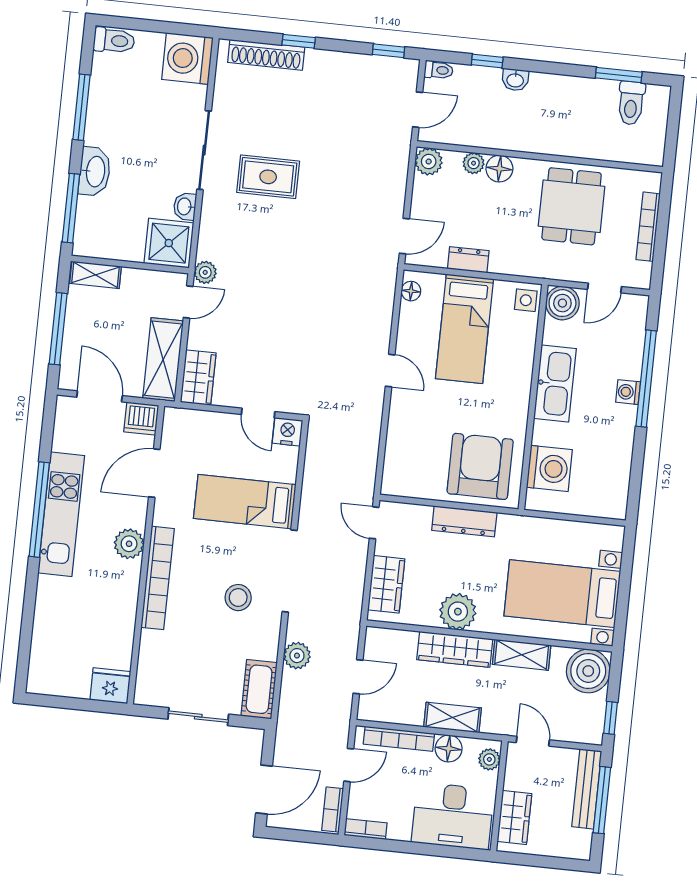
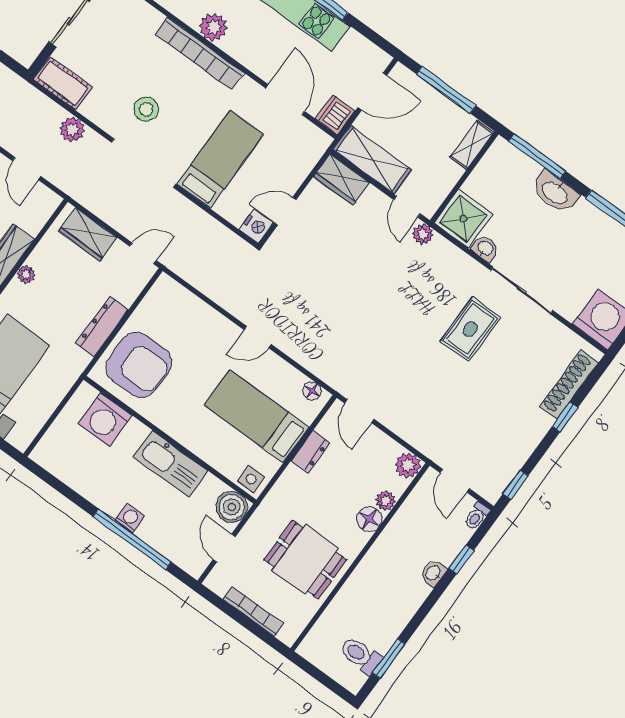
plant: (129, 544) -> (213, 27), moved
plant: (458, 612) -> (26, 275), width x0.53, depth x0.53

